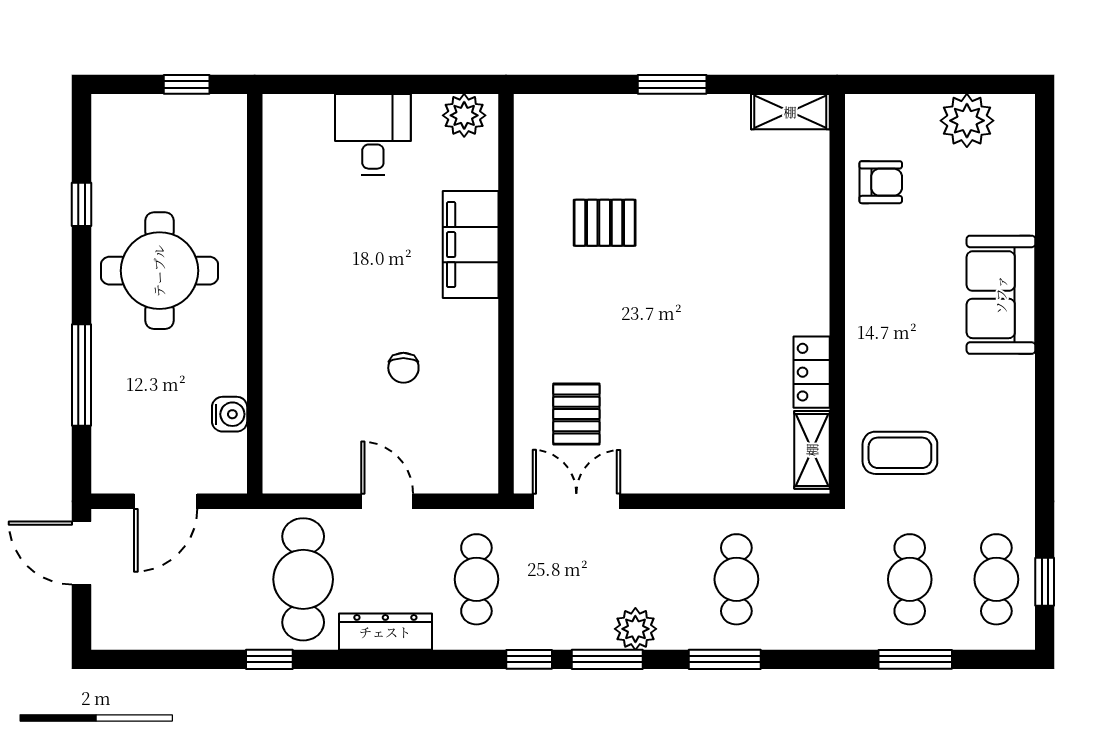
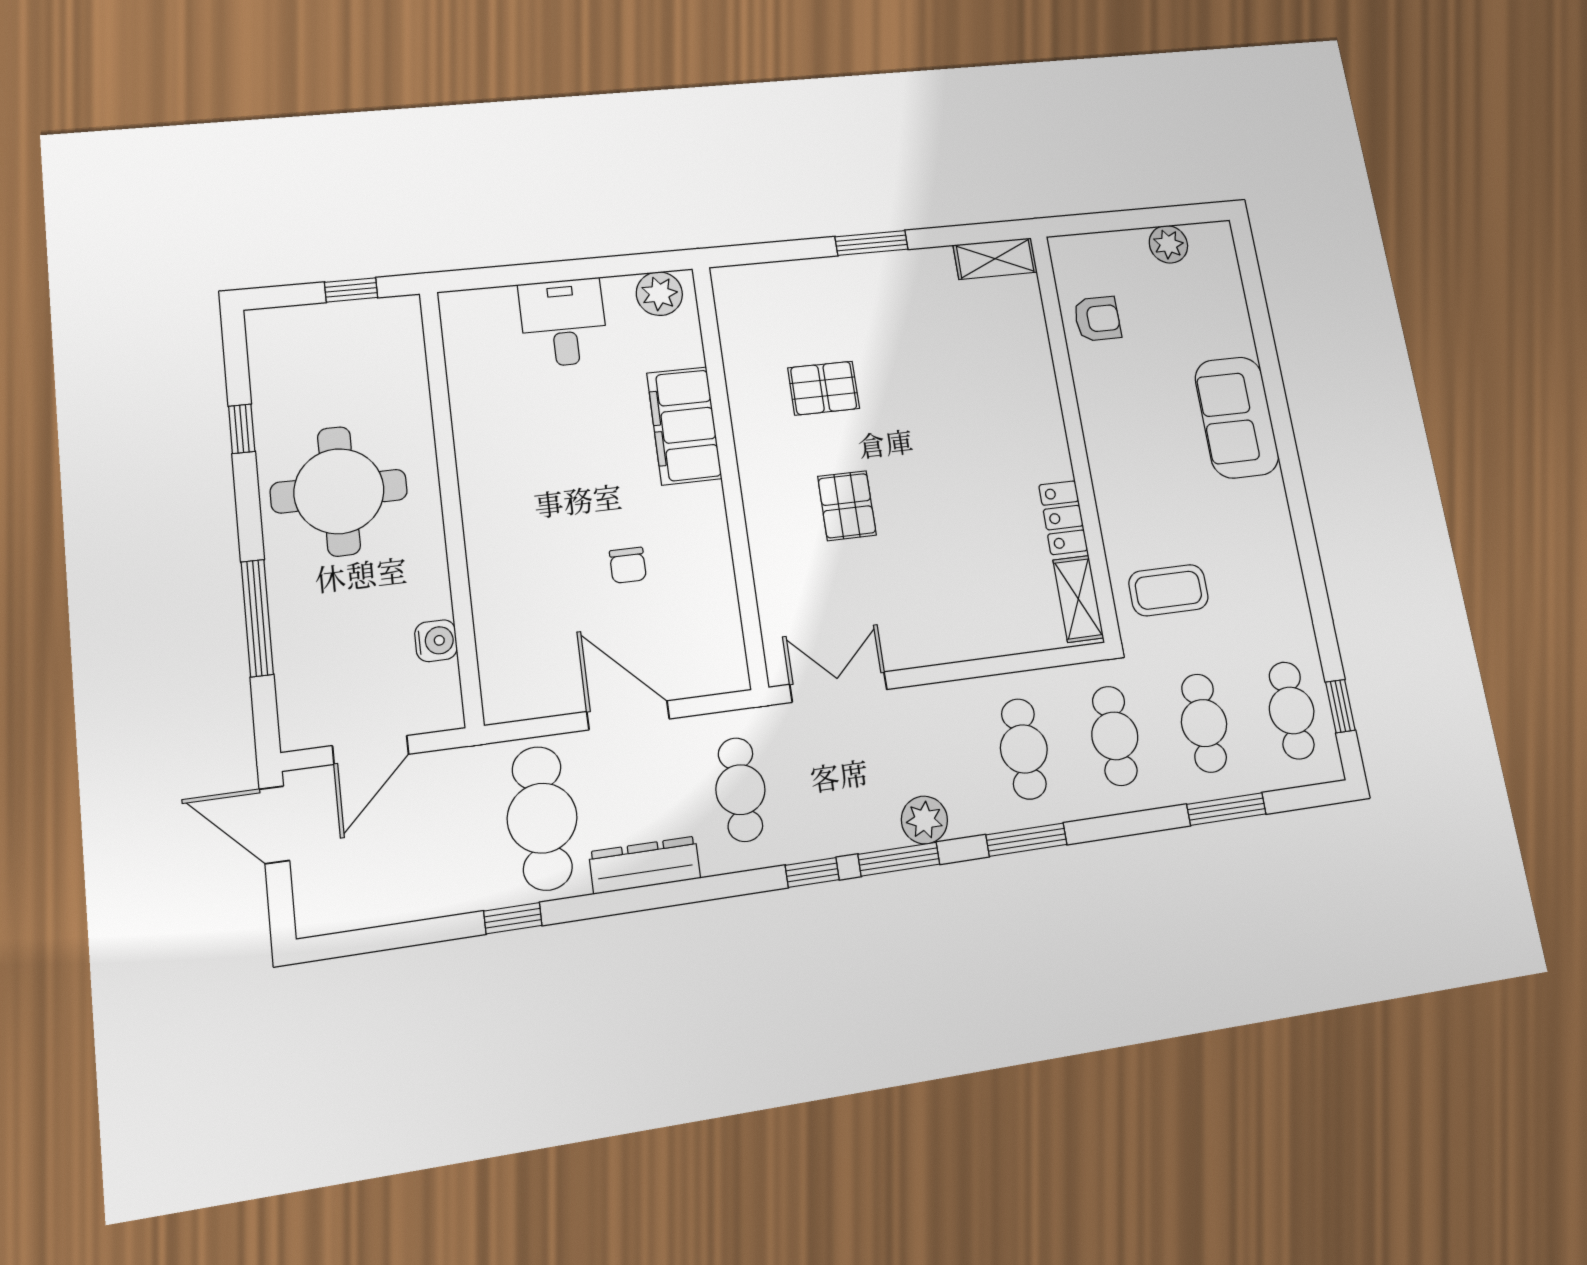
plant: (967, 121) -> (1168, 244), width x0.73, depth x0.73
pallet: (576, 414) -> (847, 506), moved
door: (387, 501) -> (628, 715), width x1.38
cafe table: (823, 579) -> (1115, 736), added

